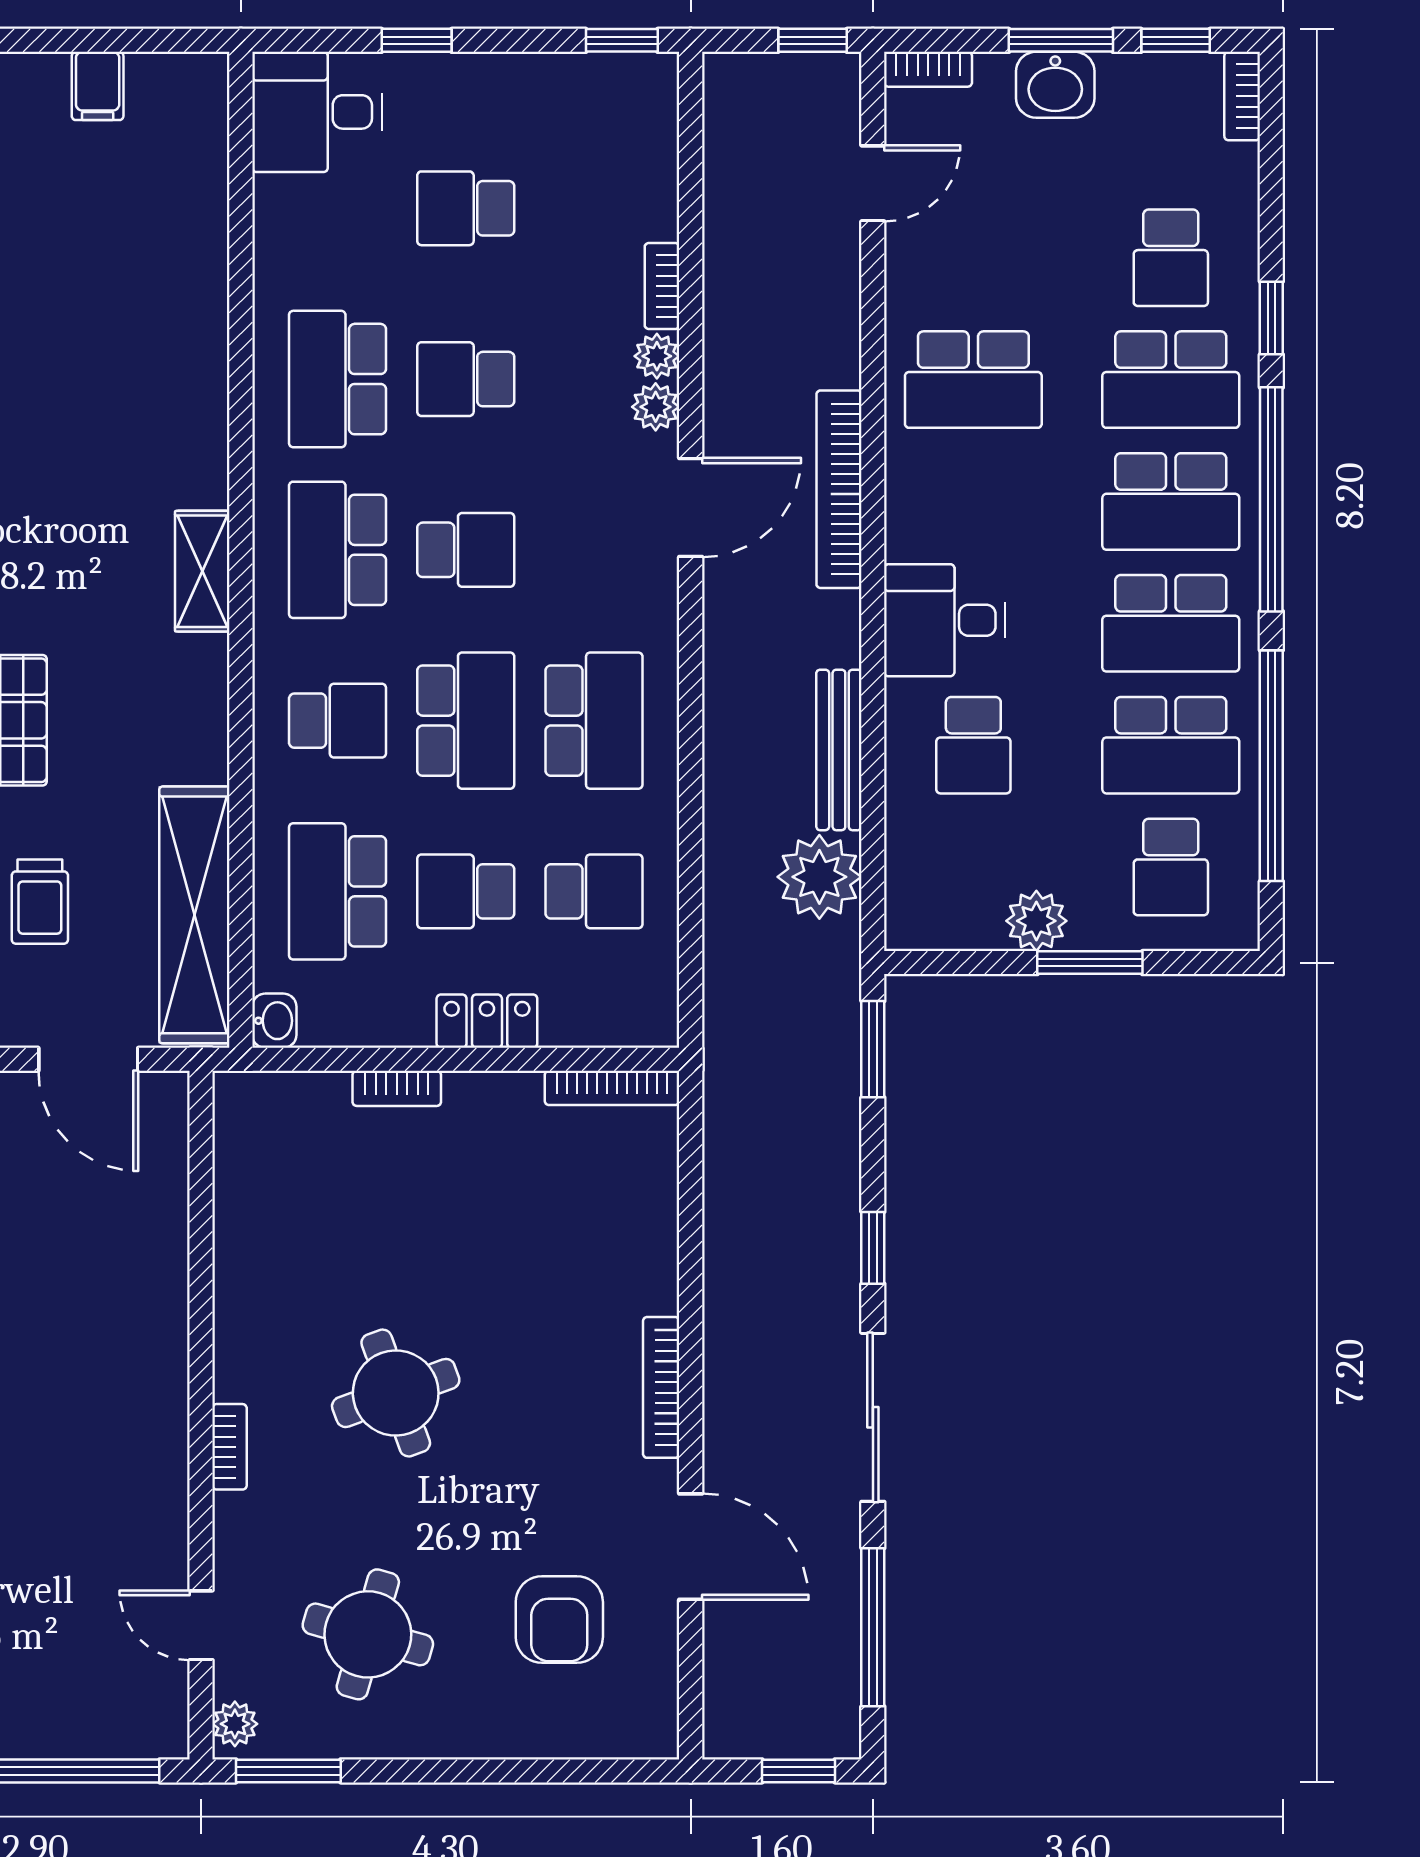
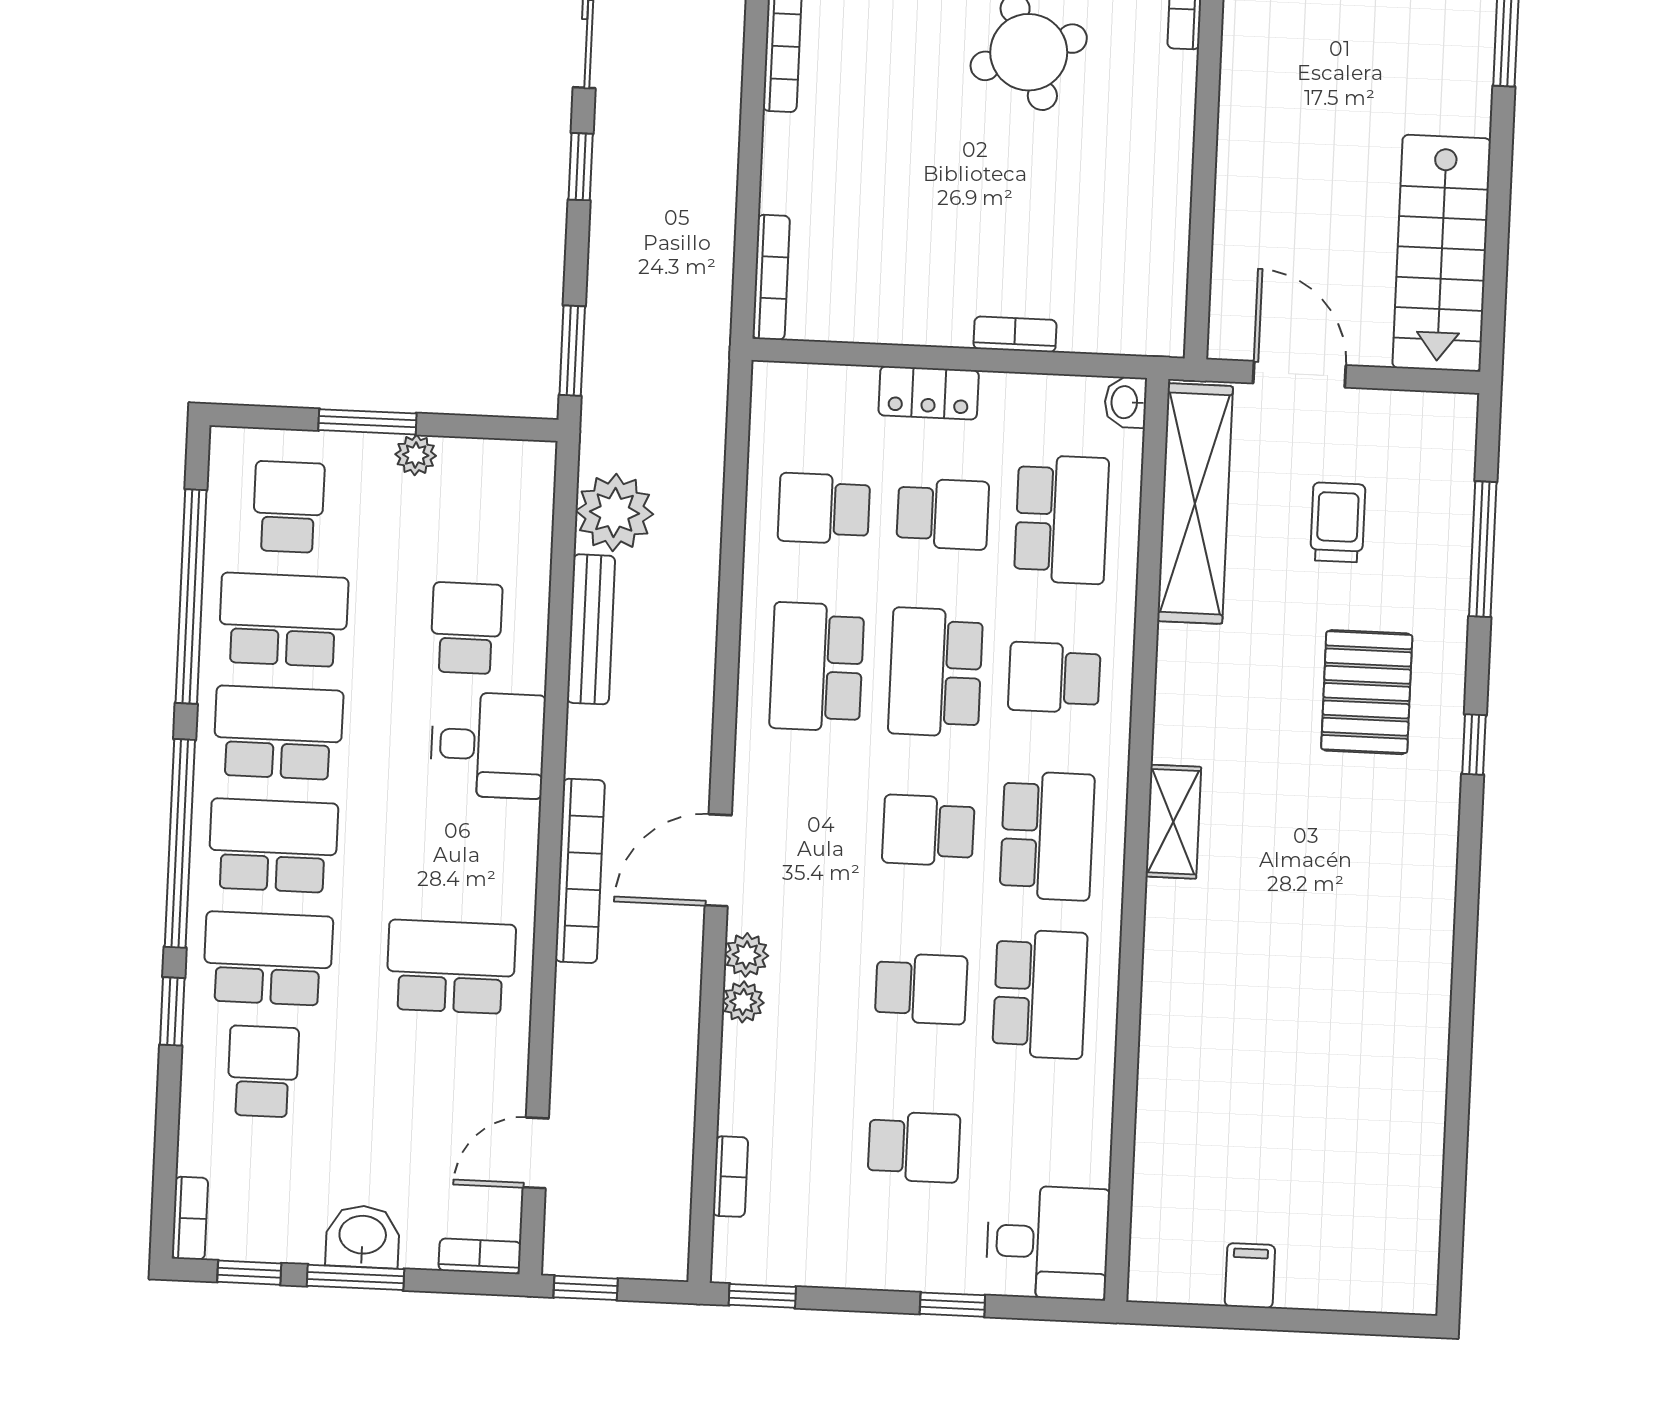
bookcase: (662, 286) -> (730, 1177), moved
plant: (1036, 921) -> (416, 455), width x0.73, depth x0.73
bookcase: (612, 1088) -> (771, 277), moved, turned 90

